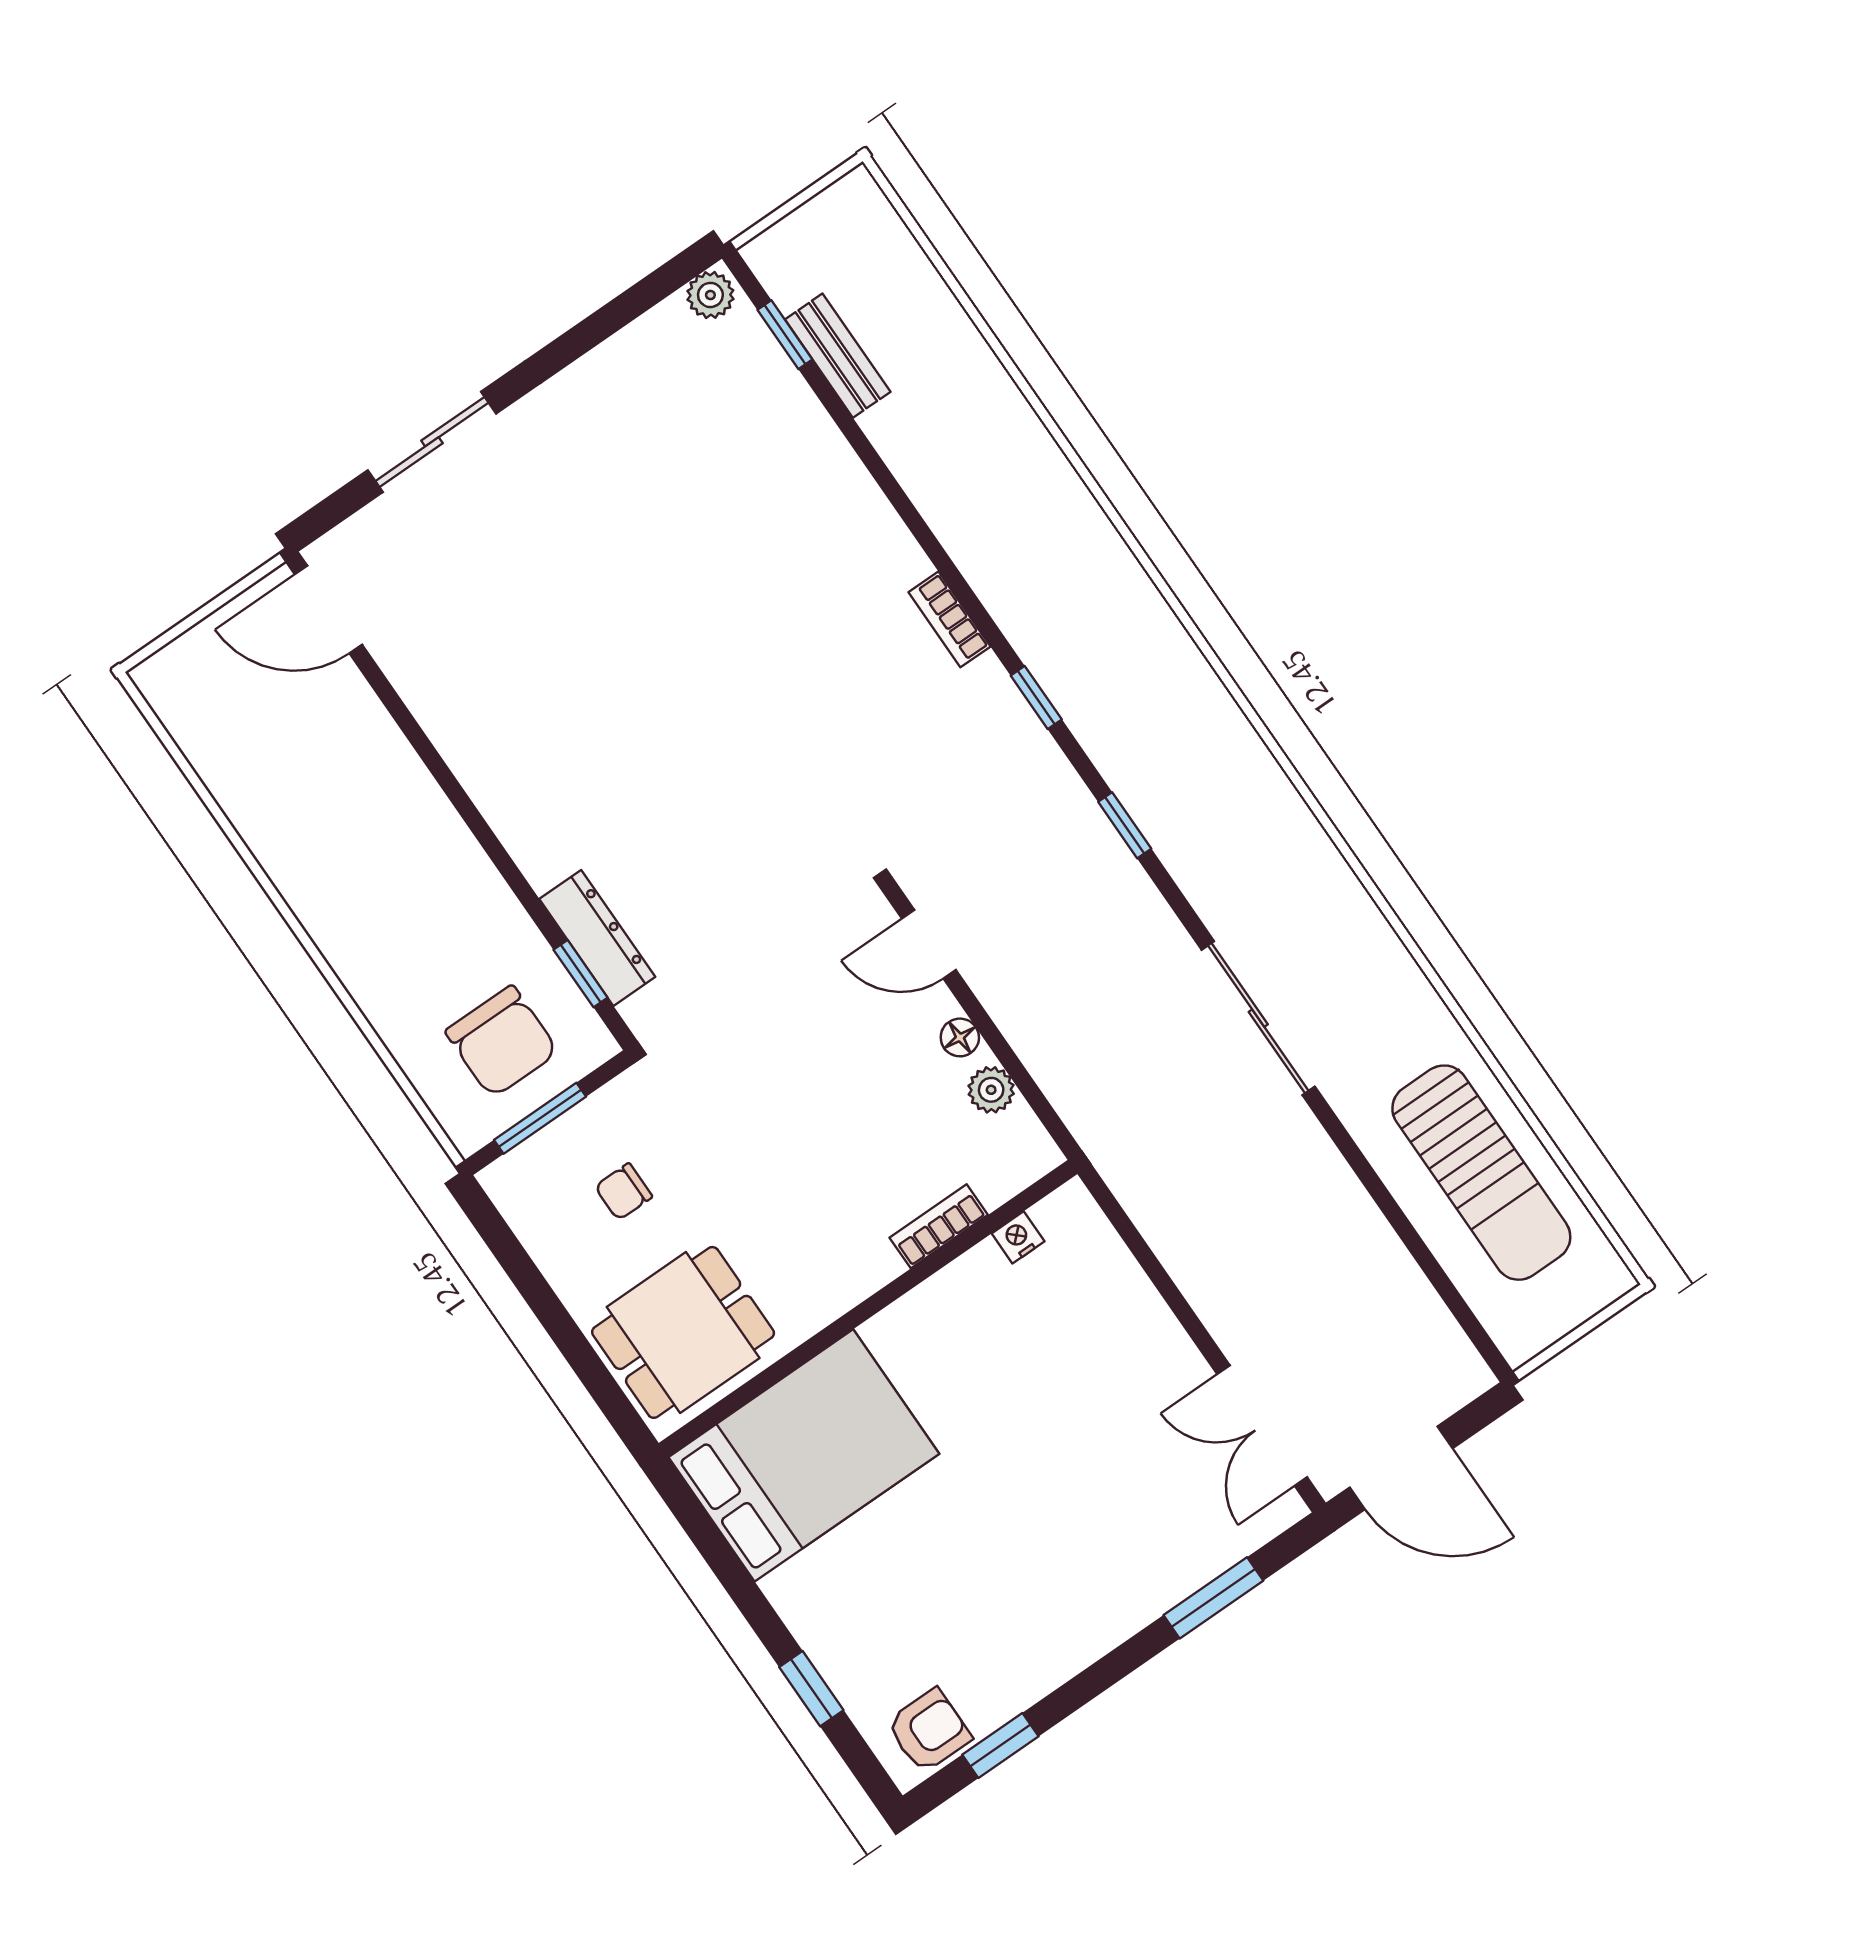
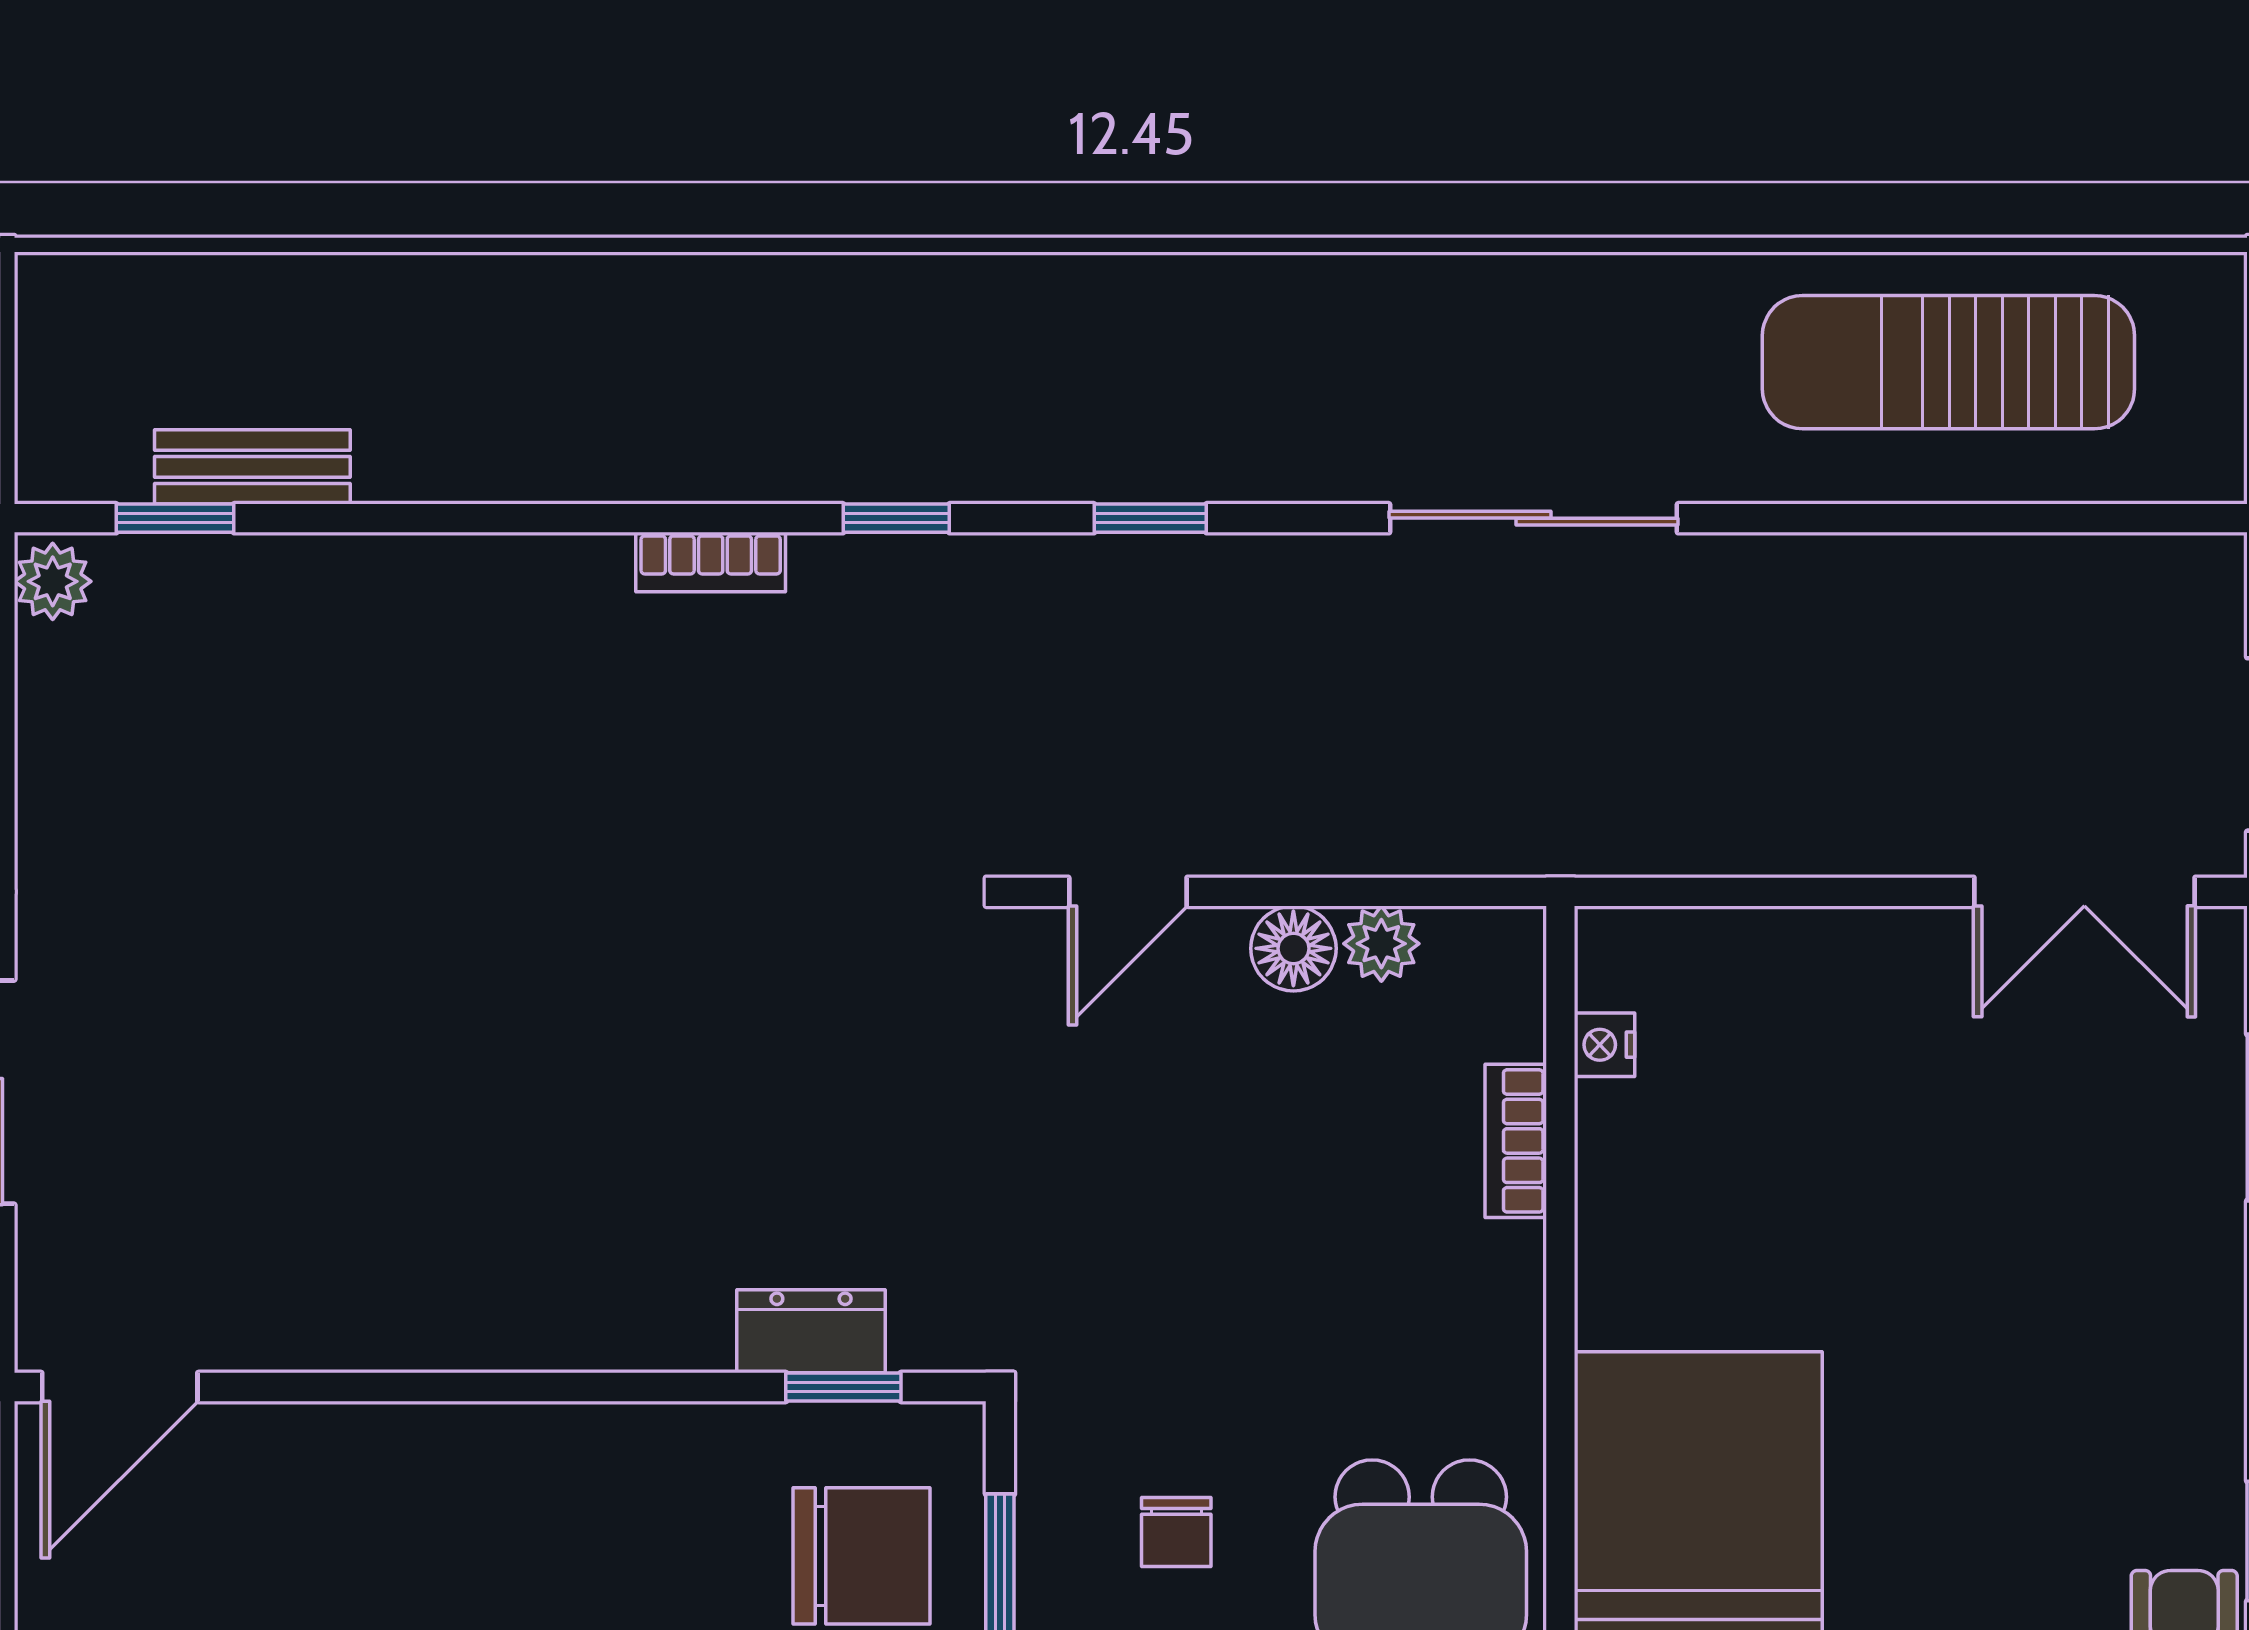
dresser: (597, 938) -> (811, 1331), width x0.70
floor lamp: (960, 1037) -> (1293, 948), width x1.37, depth x1.37
sun lounger: (1481, 1173) -> (1948, 362), turned 180

